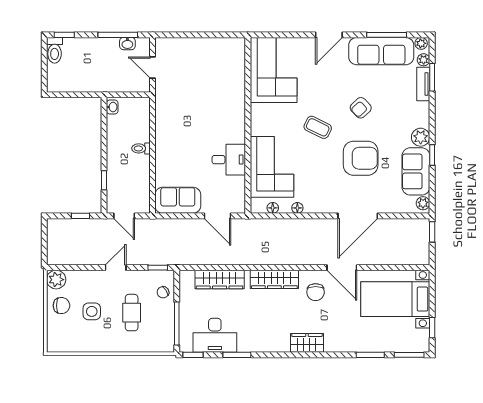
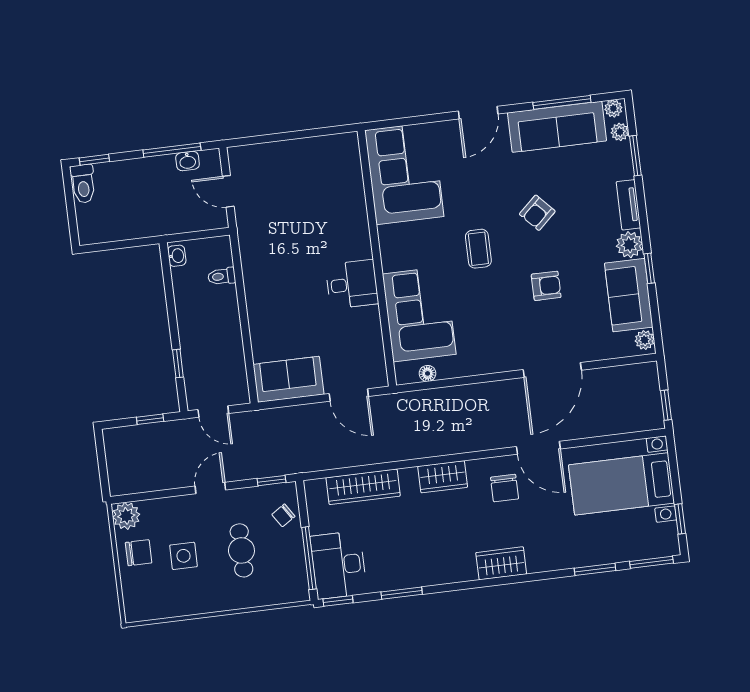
tv unit: (423, 84) -> (628, 205), moved
coffee table: (318, 127) -> (478, 249), turned 64
toilet: (141, 148) -> (222, 276), moved
armchair: (361, 158) -> (546, 286), width x0.53, depth x0.53
desk: (229, 160) -> (352, 284), moved
floor lamp: (297, 208) -> (463, 369), removed
window: (432, 232) -> (666, 405), moved
wardrobe: (274, 279) -> (443, 477), width x0.67
desk: (215, 335) -> (339, 565), moved, turned 90

